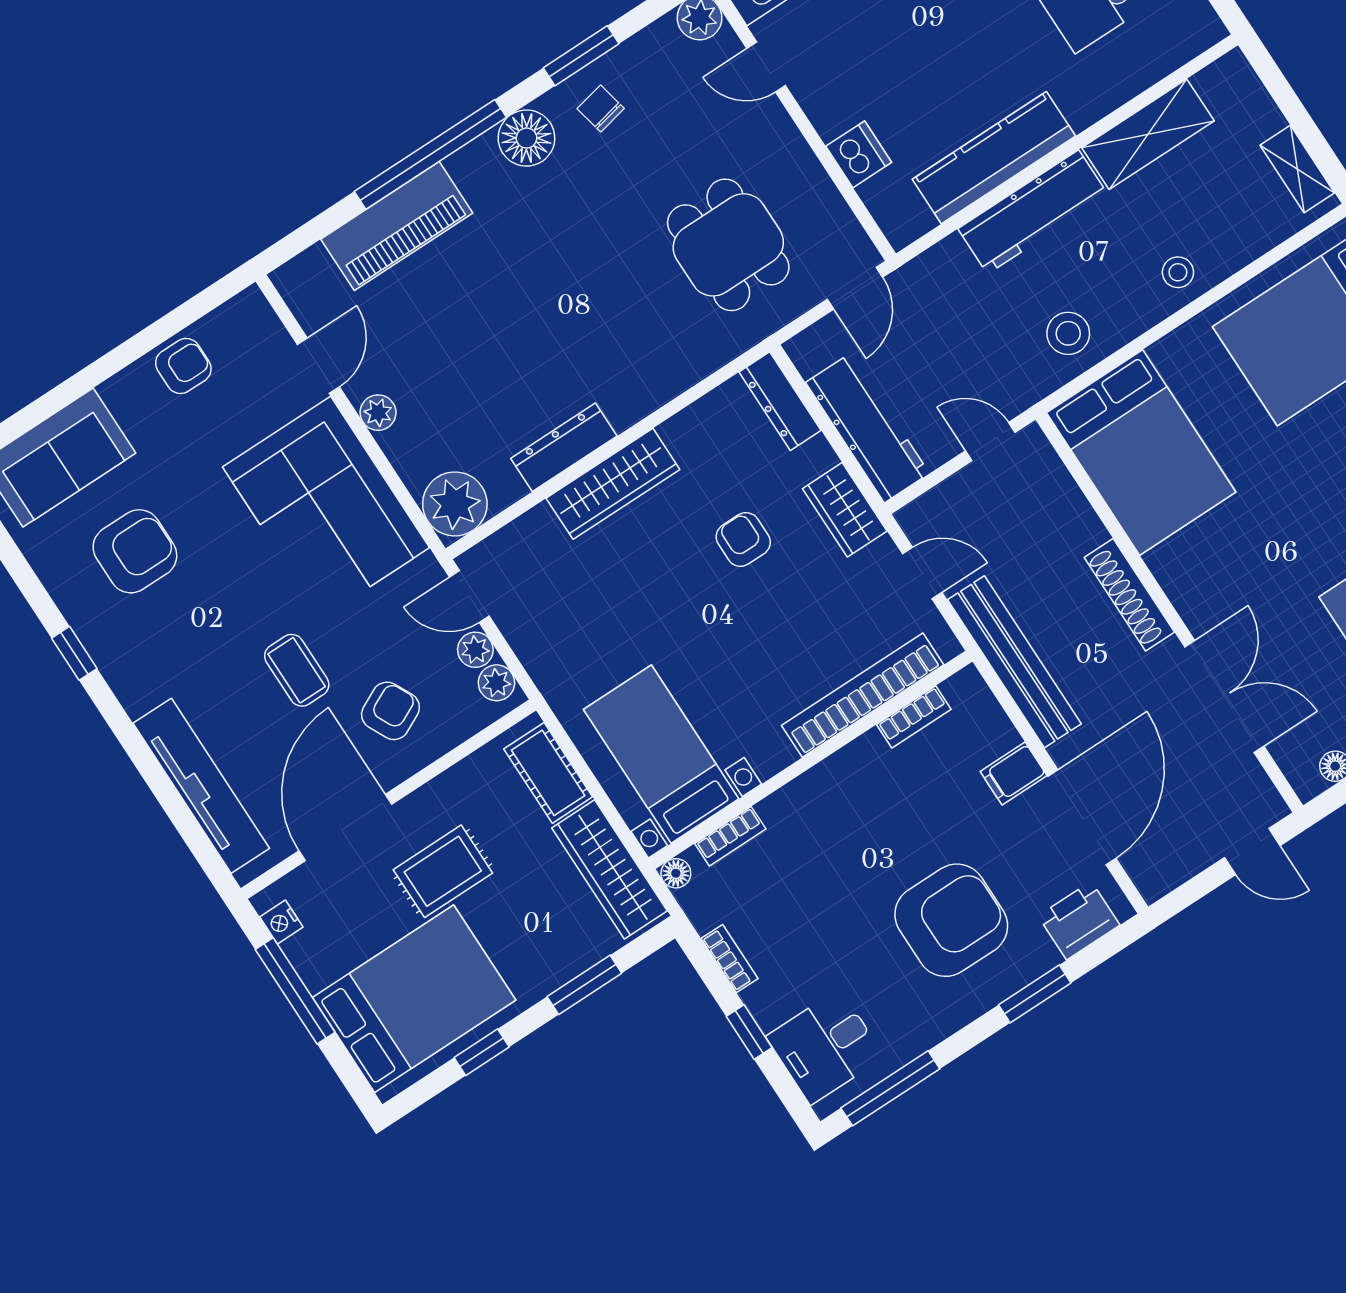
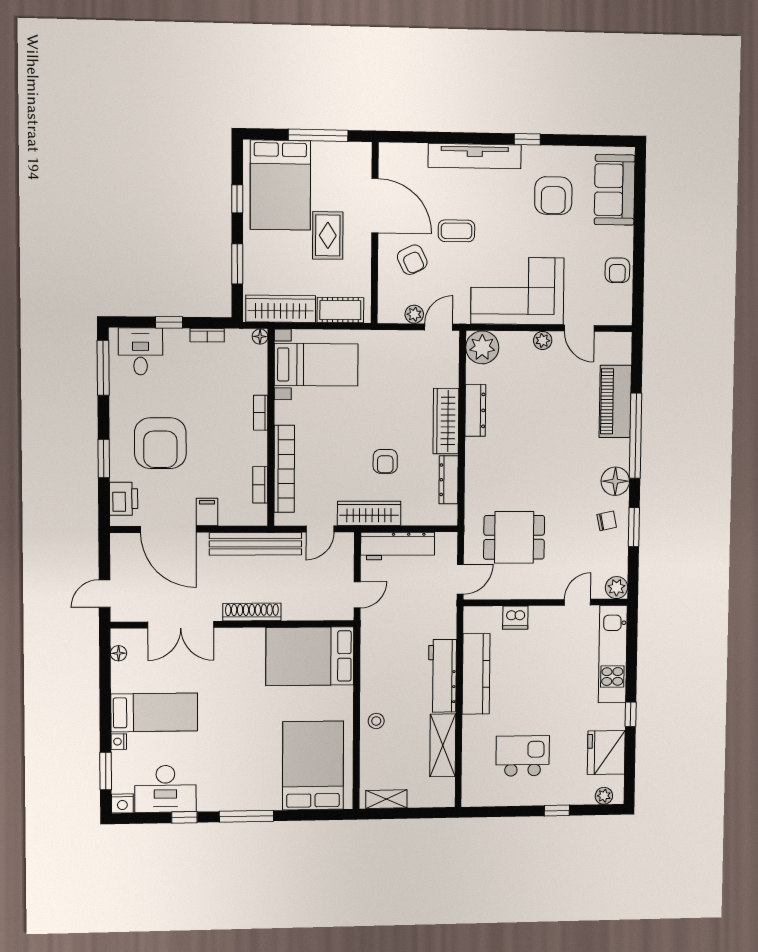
door: (855, 288) -> (460, 579), swing flipped
stool: (1068, 333) -> (381, 658), removed
dresser: (780, 401) -> (449, 480), moved, turned -90
wardrobe: (845, 510) -> (369, 513), width x1.50
armchair: (743, 540) -> (385, 461), turned 90
plant: (496, 683) -> (394, 314), removed
tv unit: (201, 786) -> (475, 156), moved
bookcase: (730, 836) -> (261, 413), moved
nightstand: (281, 922) -> (352, 150), removed

